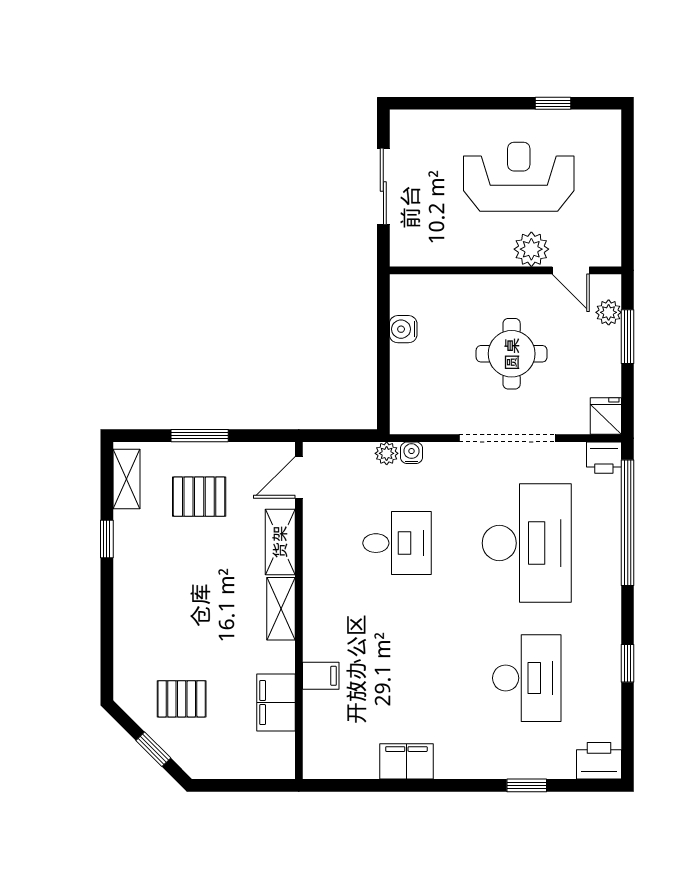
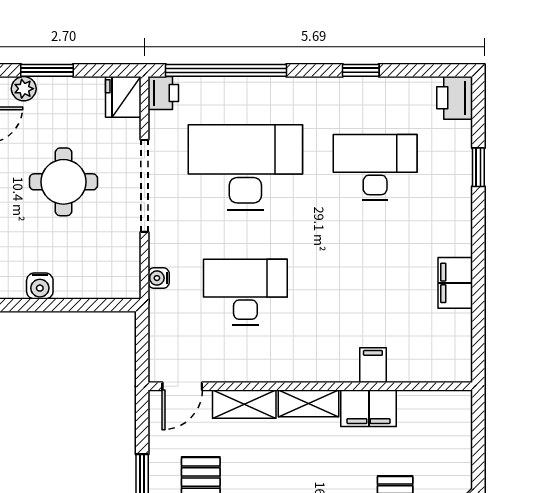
fridge: (606, 416) -> (123, 97), width x1.38
plant: (387, 453) -> (159, 302), removed
door: (299, 477) -> (182, 386), hinge flipped
desk: (397, 543) -> (245, 292), width x1.37
filing cabinet: (276, 703) -> (369, 408), moved

